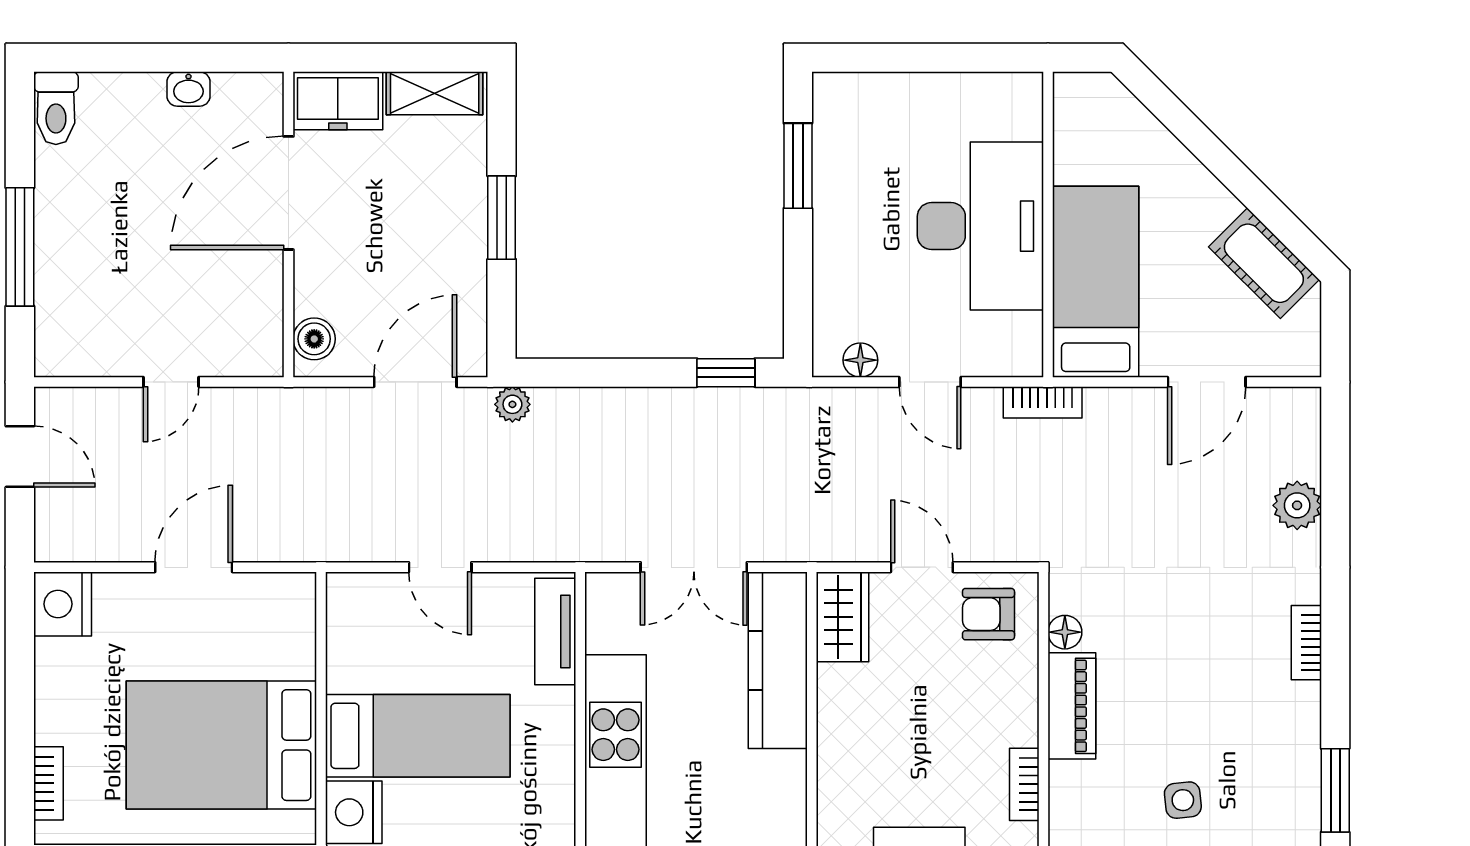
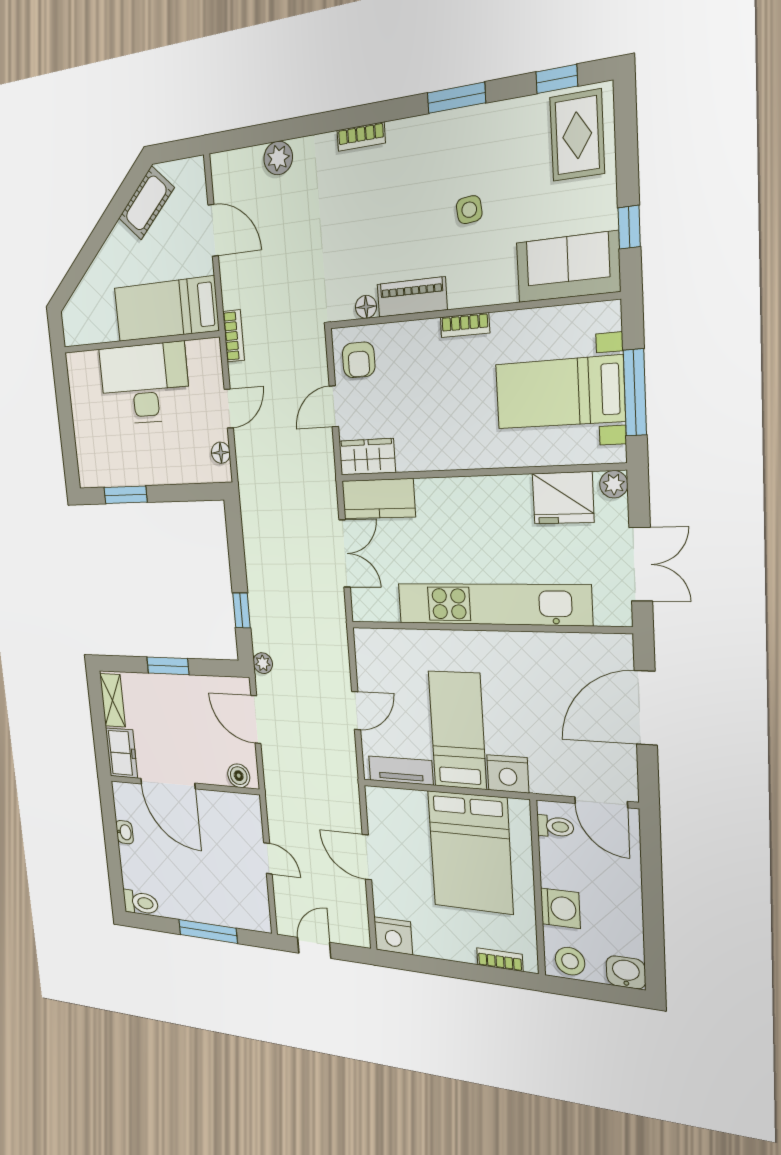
window: (726, 373) -> (241, 610), moved
tv unit: (555, 631) -> (401, 770), moved, turned 180
kitchen counter: (778, 660) -> (378, 499), width x0.67

